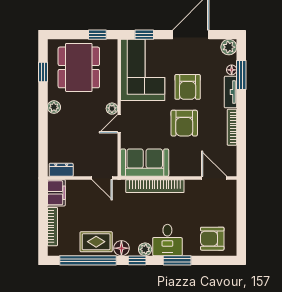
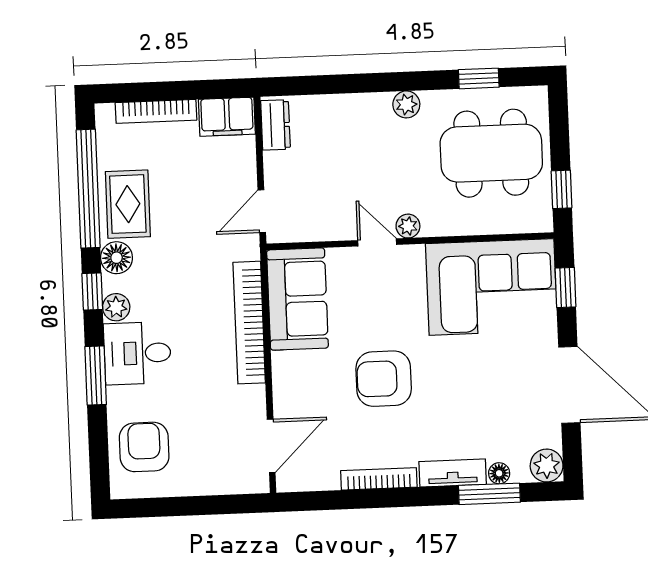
armchair: (188, 87) -> (460, 383), removed

